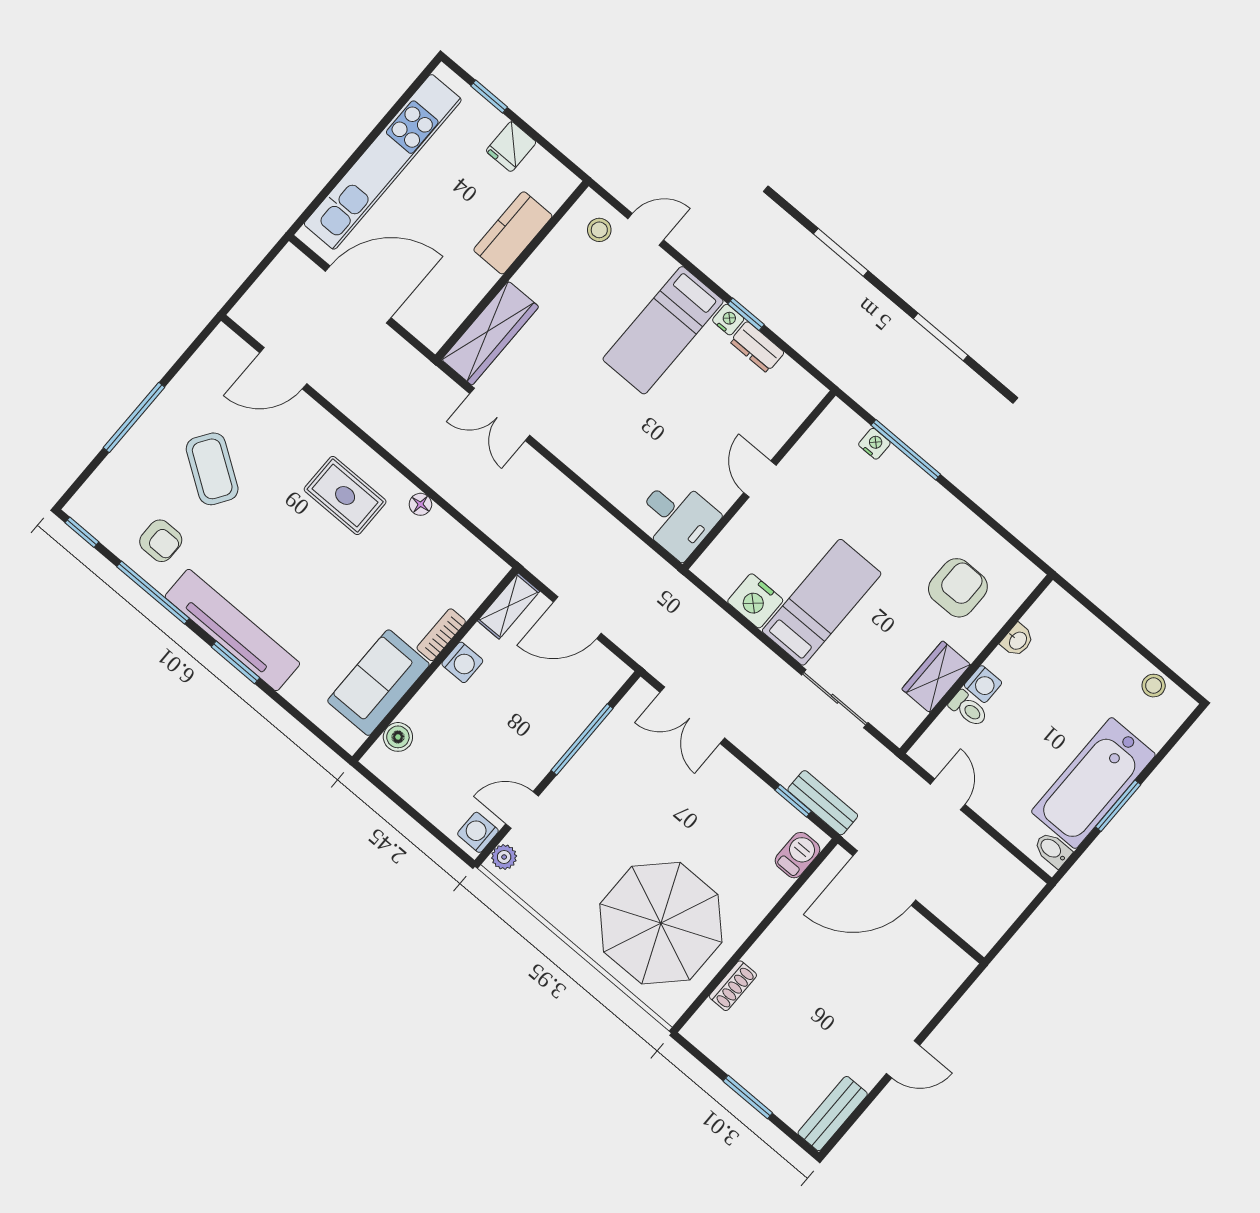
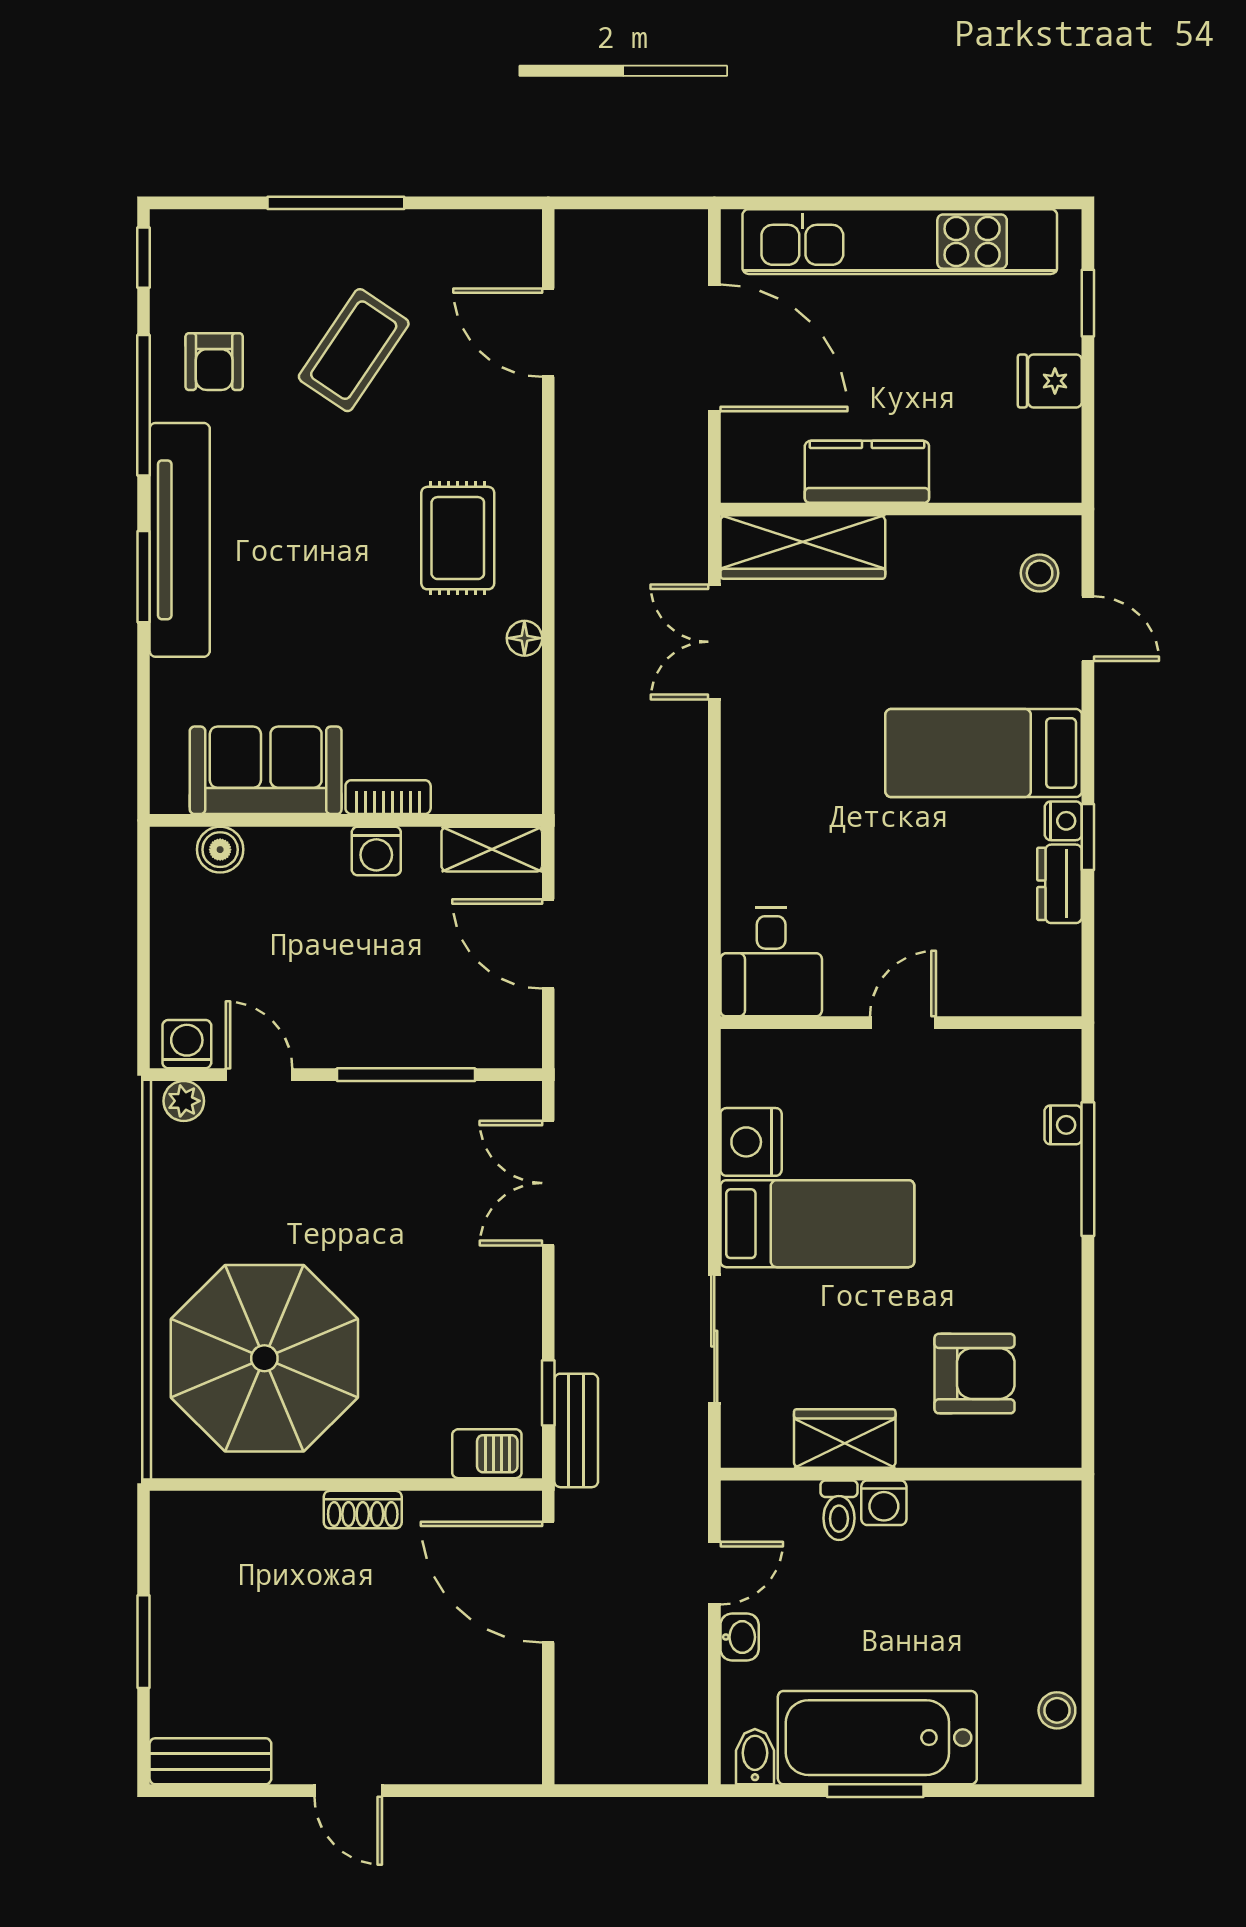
kitchen counter: (513, 233) -> (867, 472), moved
washbasin: (1017, 640) -> (740, 1637), moved, turned -90
shoe rack: (733, 986) -> (363, 1510), moved

